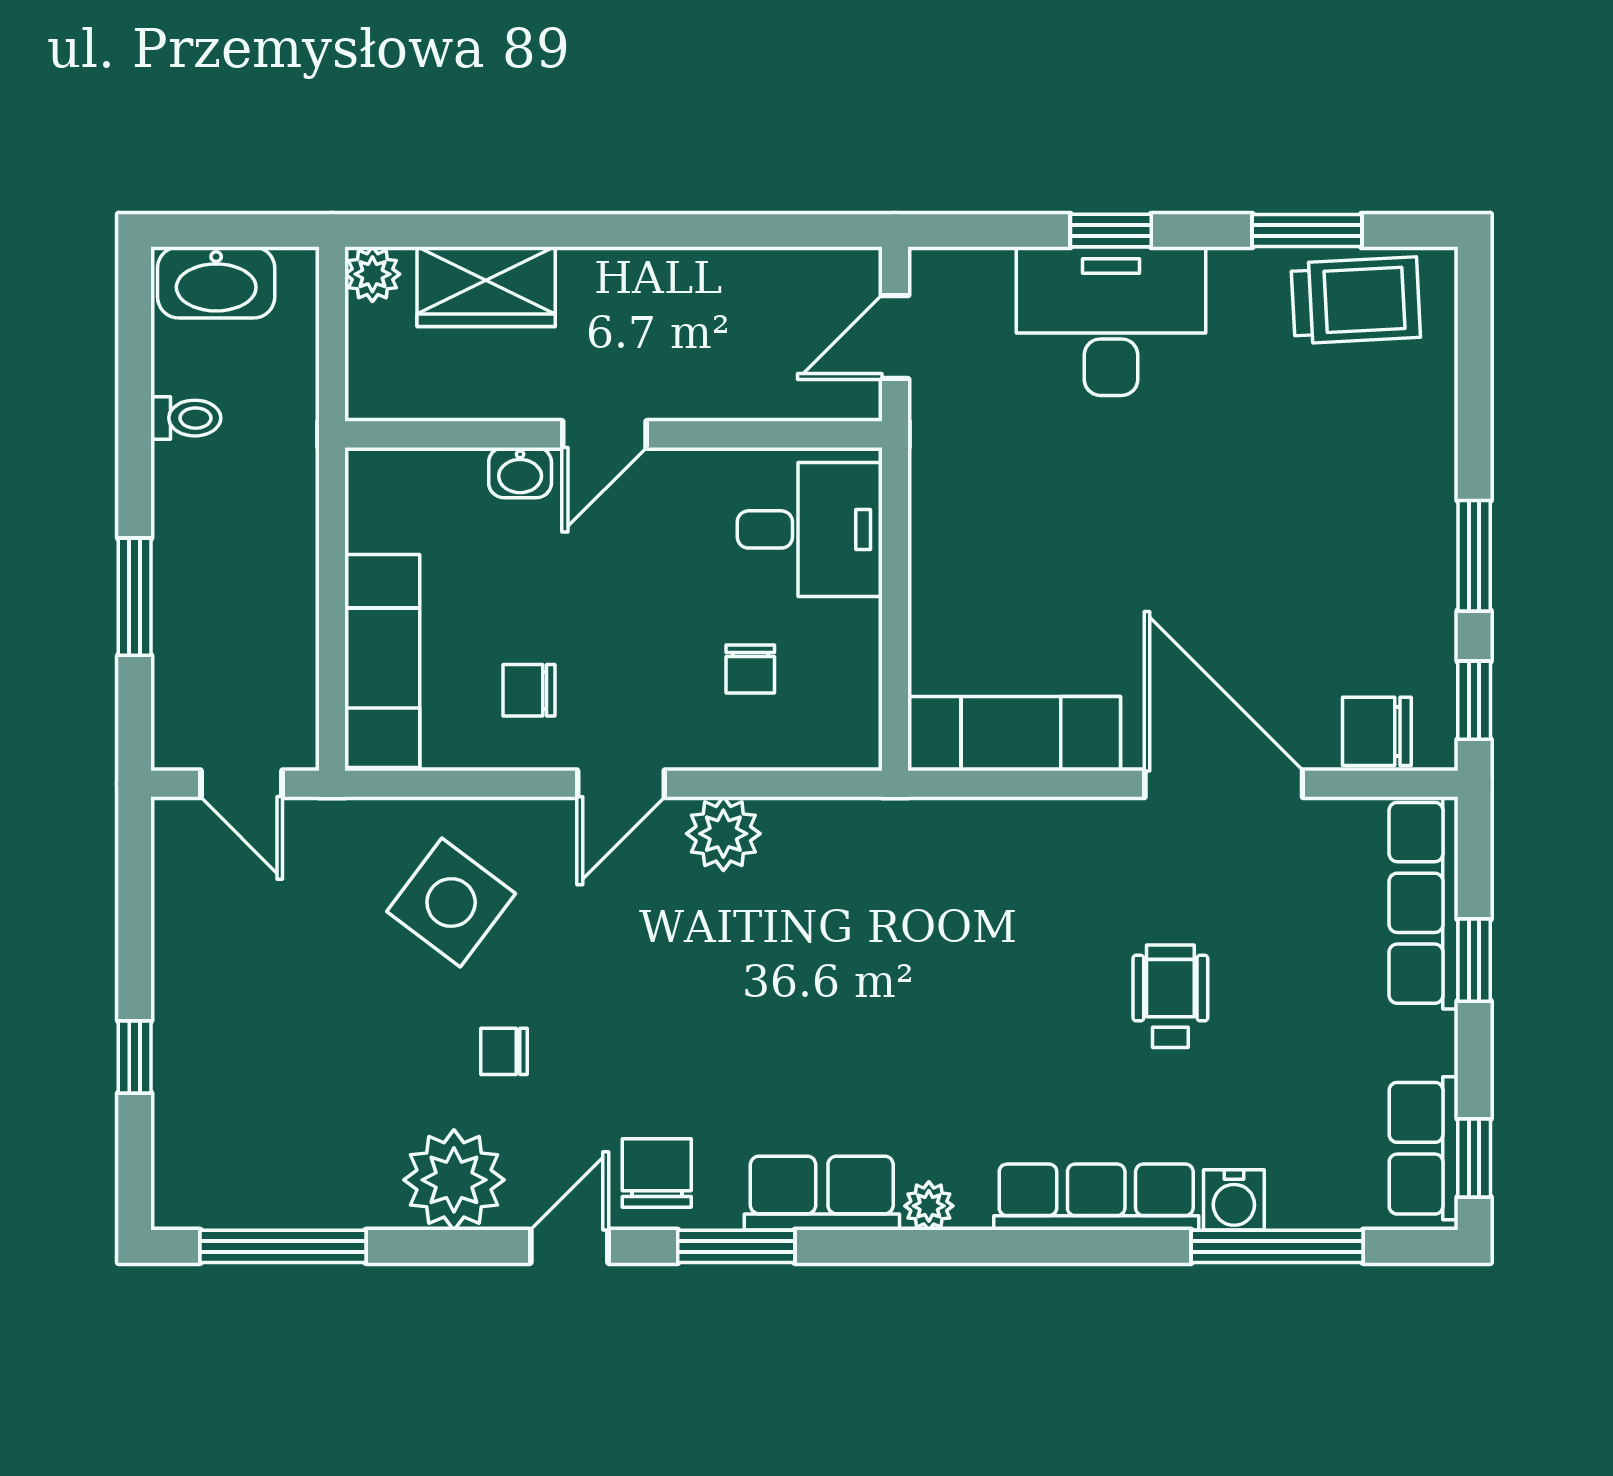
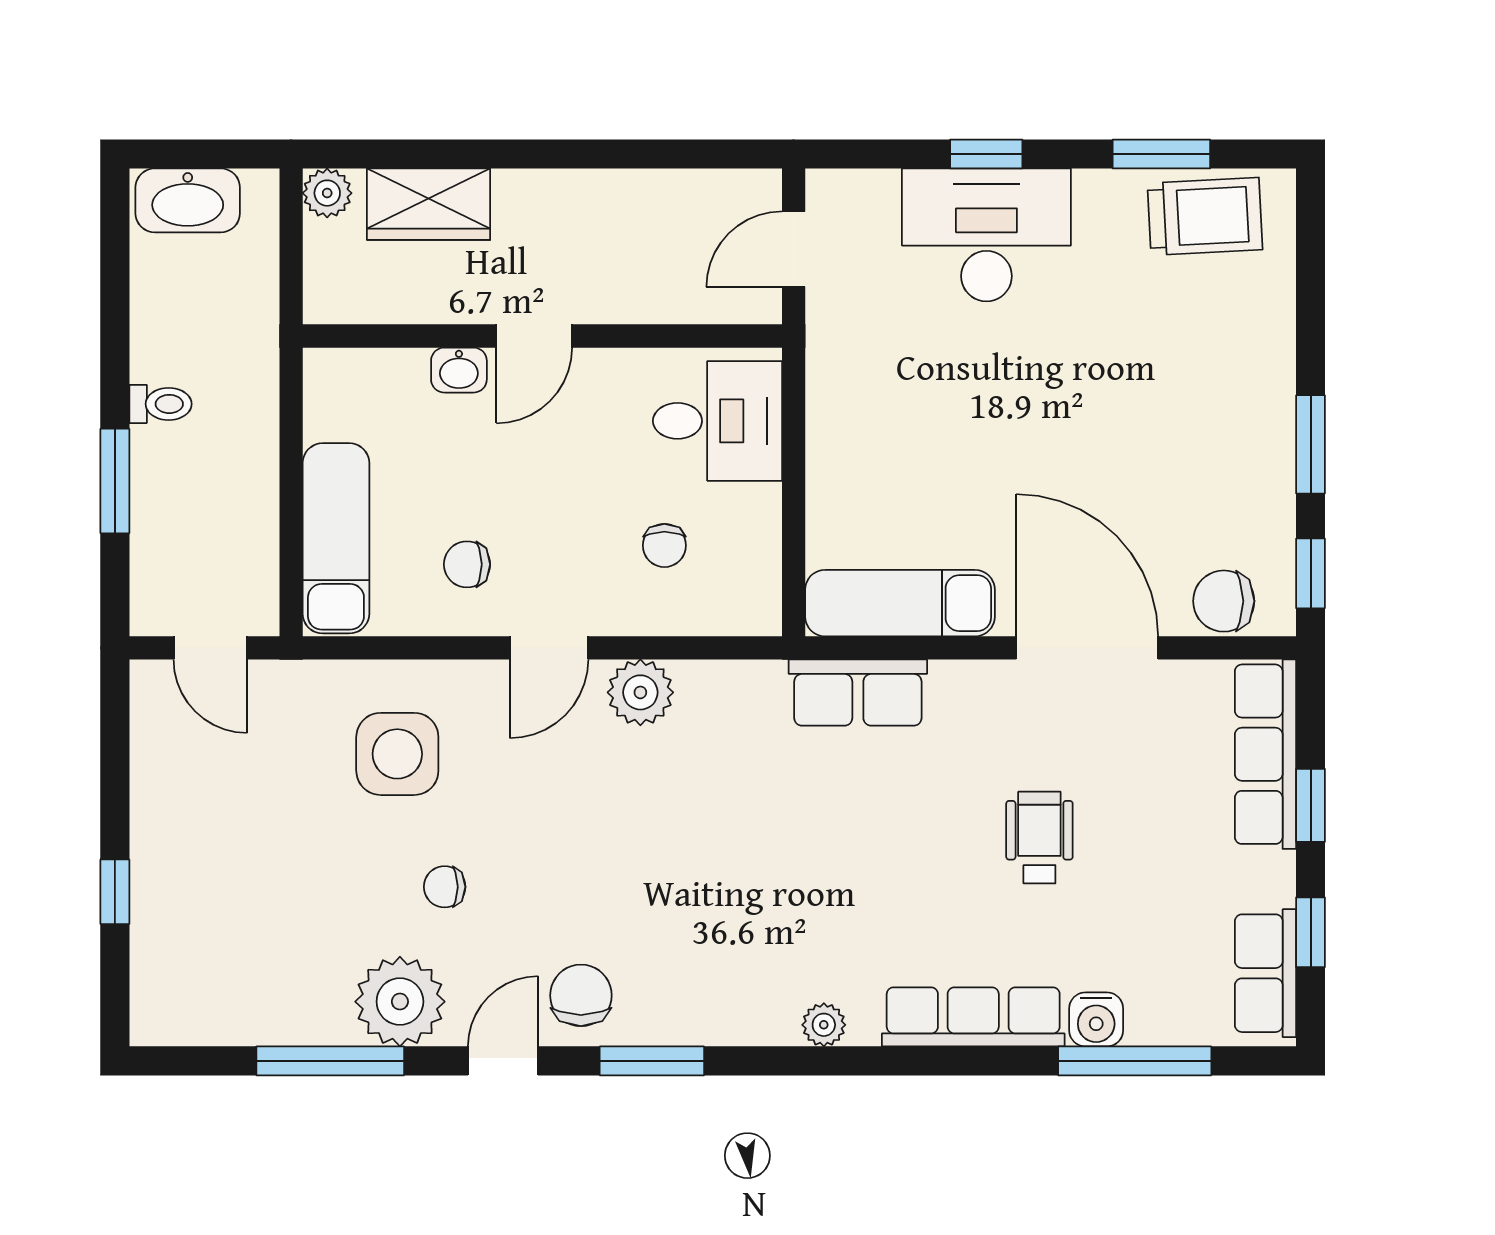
toilet: (186, 418) -> (161, 404), moved
side table: (451, 903) -> (397, 754), turned -37
window: (1474, 1158) -> (1311, 932), moved
row of seats: (822, 1193) -> (858, 693), moved, turned 180
window: (283, 1246) -> (330, 1061), moved

